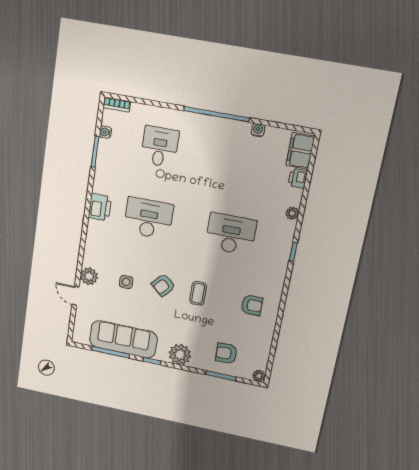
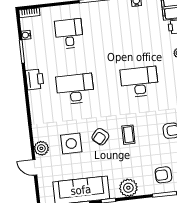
printer: (100, 207) -> (35, 79), moved
side table: (126, 282) -> (71, 143), width x1.87, depth x1.87

